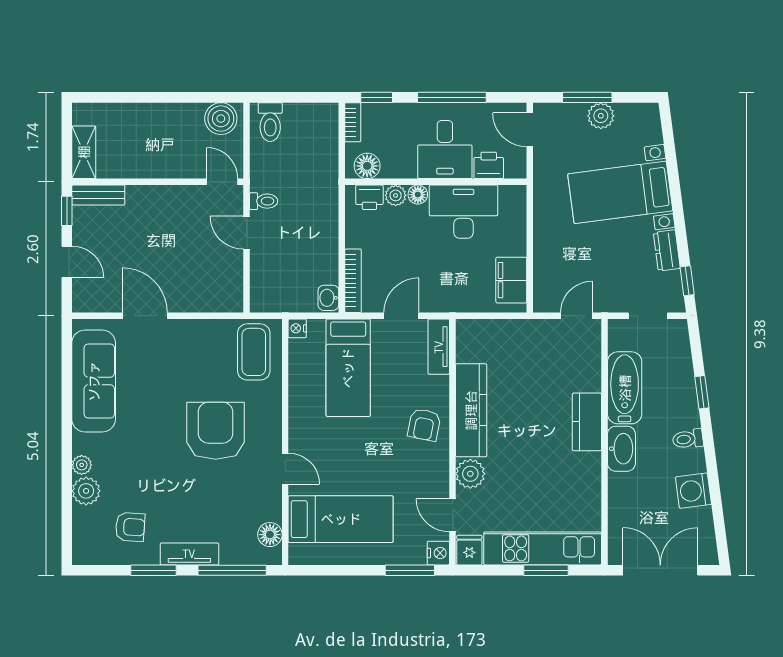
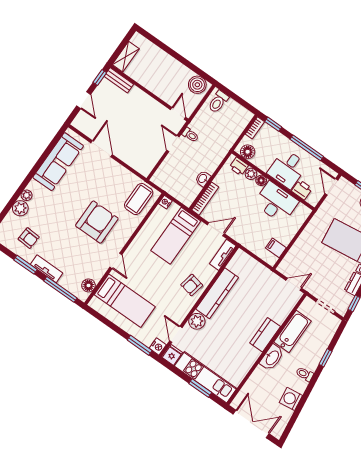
filing cabinet: (511, 280) -> (276, 248), width x0.50
washbasin: (328, 298) -> (203, 179), moved

